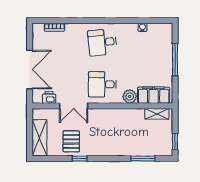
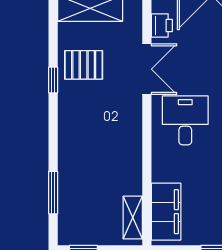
plant: (130, 96) -> (164, 169), removed
double door: (74, 106) -> (147, 69), swing flipped

